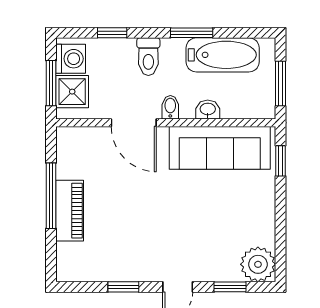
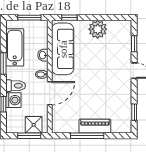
washing machine: (71, 59) -> (13, 100), moved, turned 90
plant: (258, 264) -> (98, 29), moved
window: (123, 287) -> (134, 112), moved

